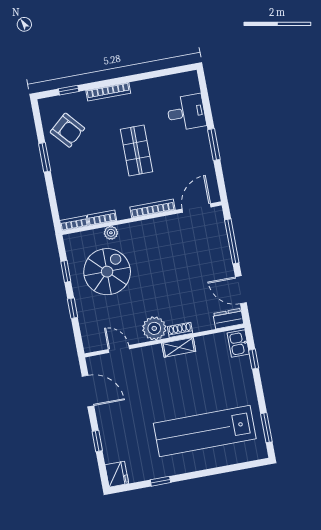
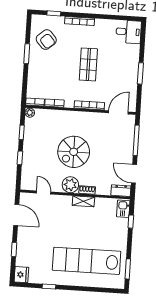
desk: (186, 112) -> (129, 32), moved
plant: (111, 233) -> (30, 113), moved
spiral stairs: (107, 272) -> (74, 152), moved, turned 180

